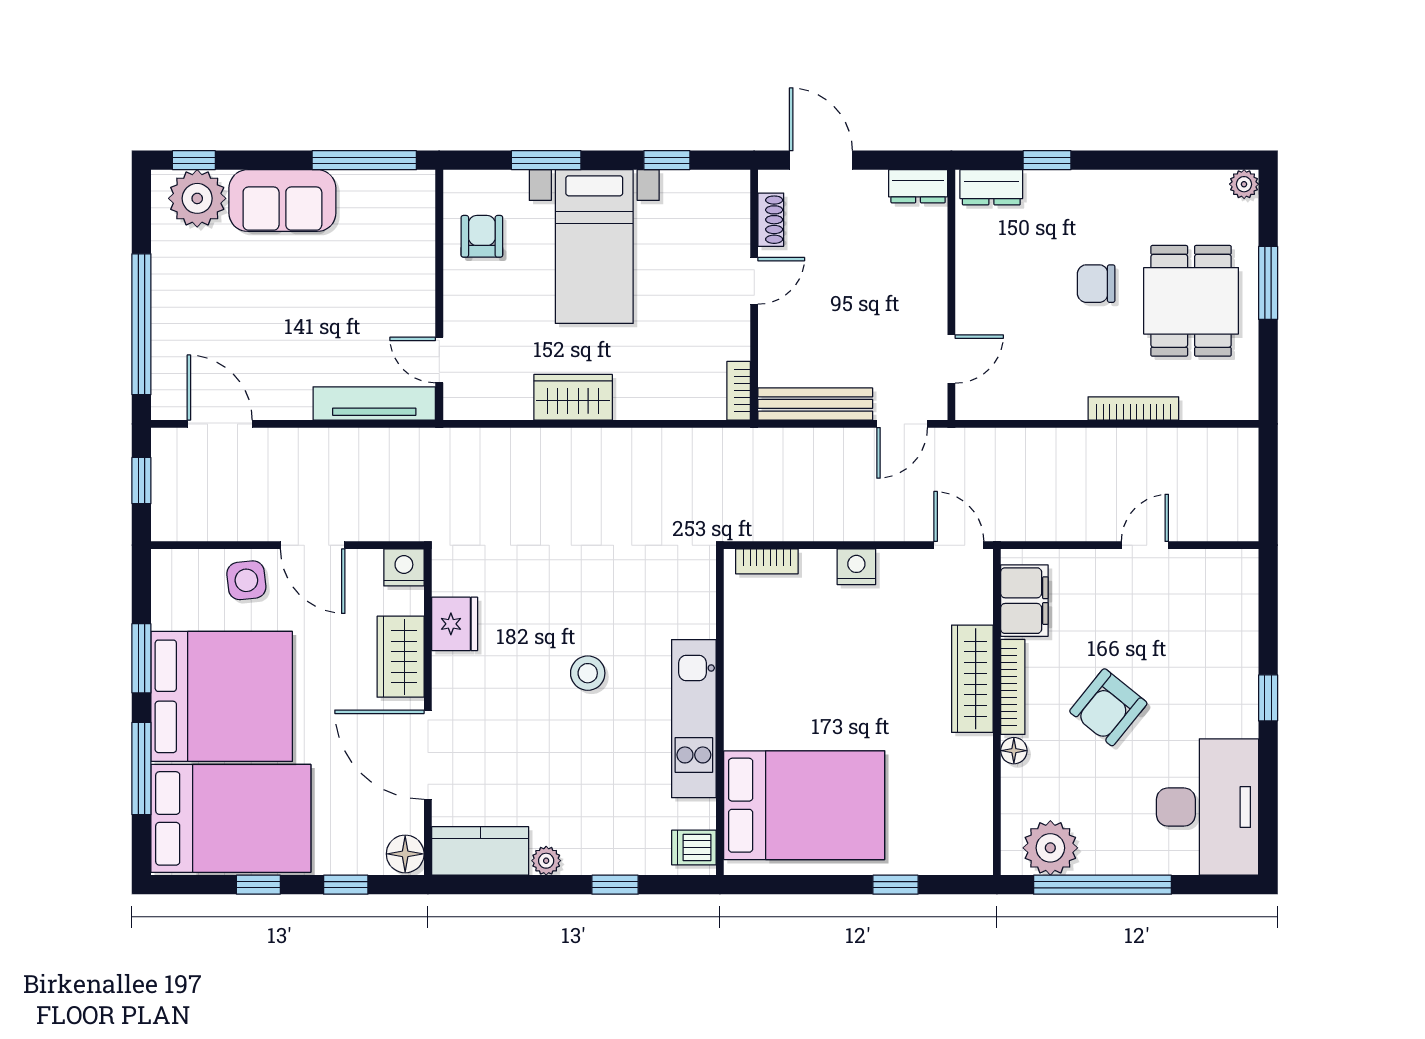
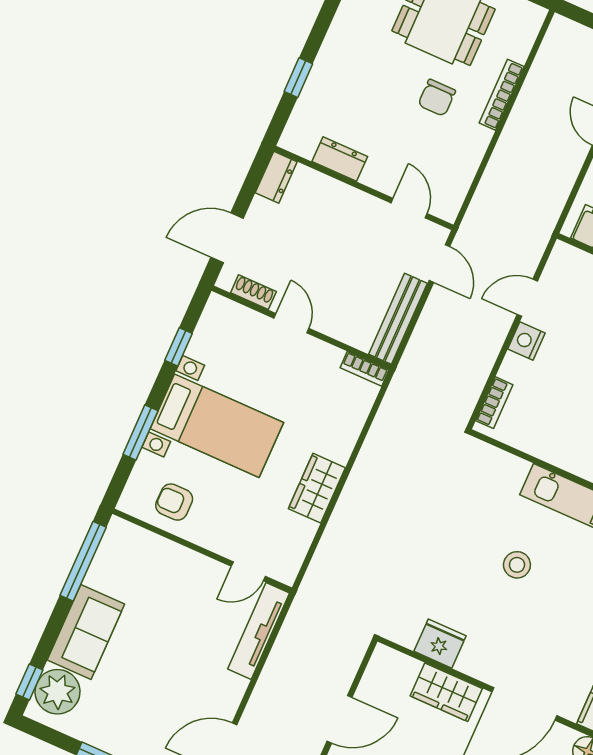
dresser: (991, 187) -> (340, 159), moved, turned -90
chair: (1096, 284) -> (437, 98), moved
door: (959, 545) -> (527, 298), moved
nightstand: (404, 567) -> (384, 662), removed

